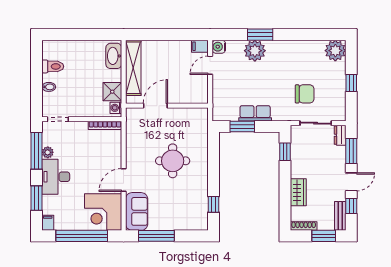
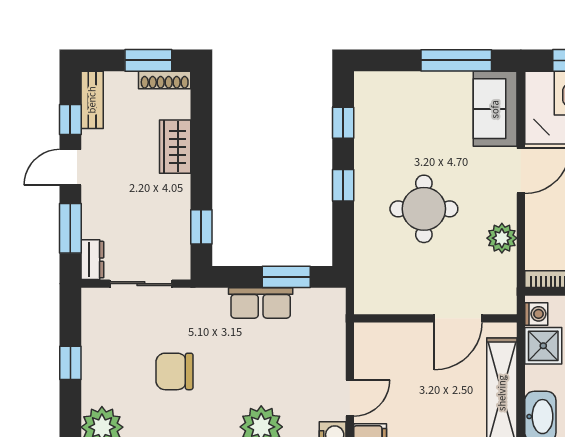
chair: (305, 94) -> (174, 371), moved
plant: (133, 146) -> (502, 238), added
window: (213, 173) -> (343, 185), added
window: (324, 236) -> (148, 60), moved

